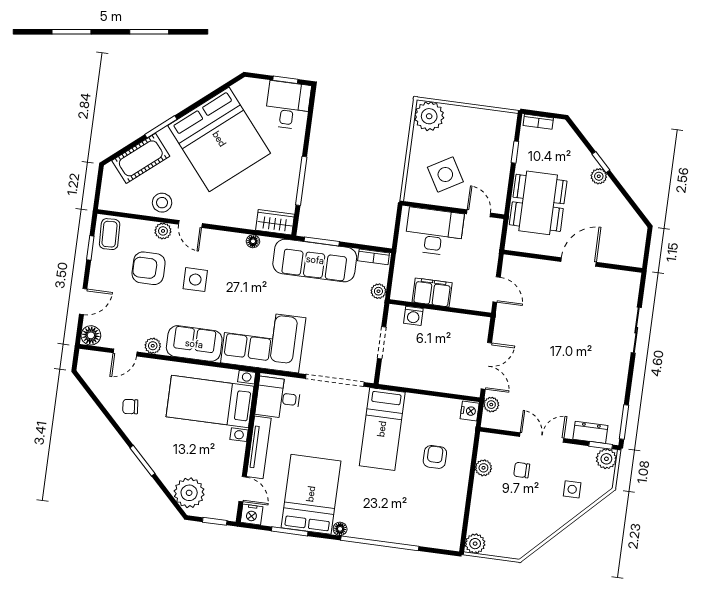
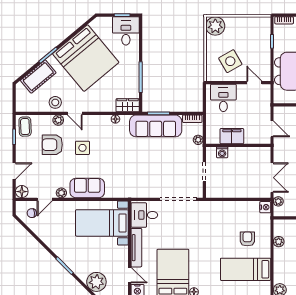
desk: (434, 232) -> (223, 98), width x0.73
corner sofa: (263, 340) -> (130, 180), removed
chair: (130, 407) -> (32, 213), moved
bed: (382, 429) -> (246, 269), moved, turned 90

